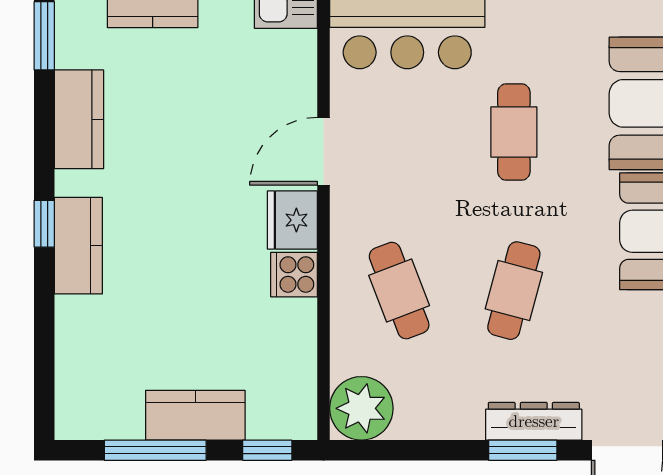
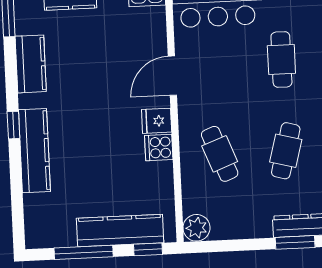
fridge: (292, 220) -> (157, 121), width x0.72
kitchen counter: (78, 246) -> (34, 151), width x1.50
plant: (361, 408) -> (196, 228), width x0.73, depth x0.73
kitchen counter: (195, 415) -> (120, 230), width x1.50

